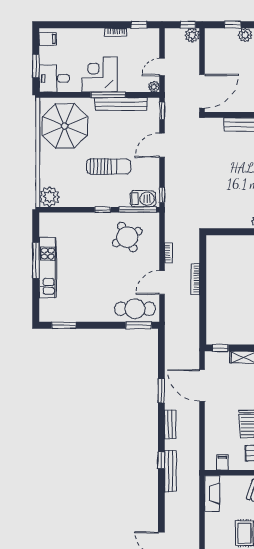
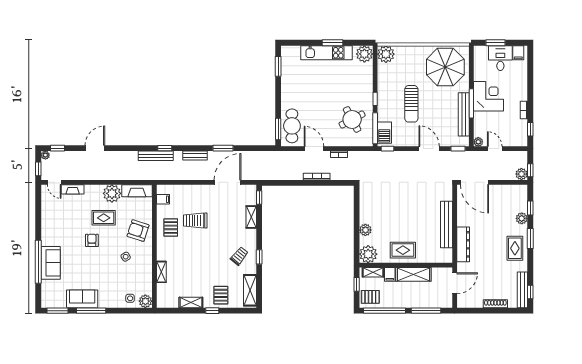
desk: (54, 78) -> (500, 58), moved
plant: (49, 222) -> (364, 54), added
window: (36, 260) -> (332, 43), width x0.69
plant: (215, 523) -> (112, 193), added

